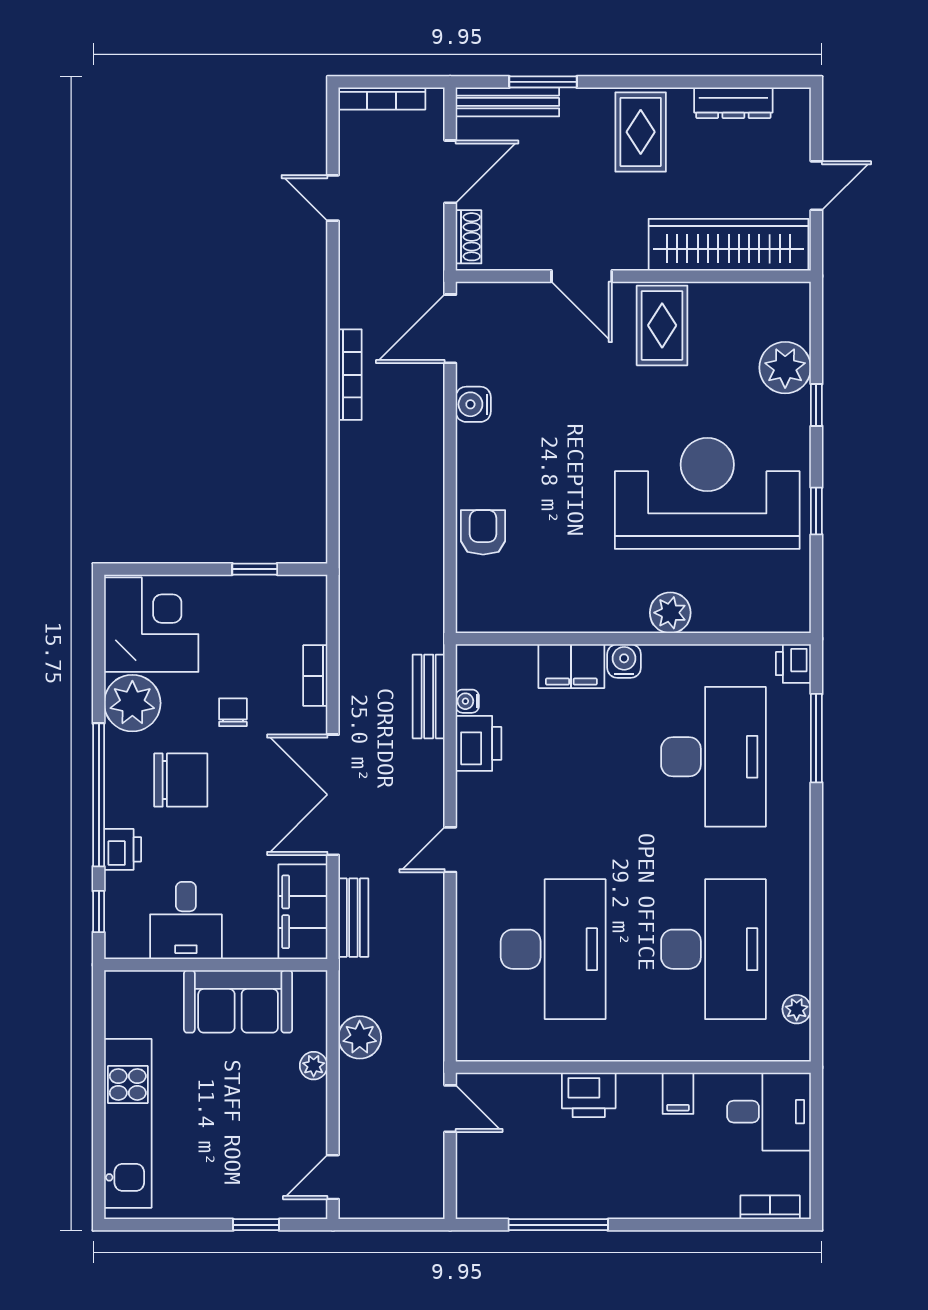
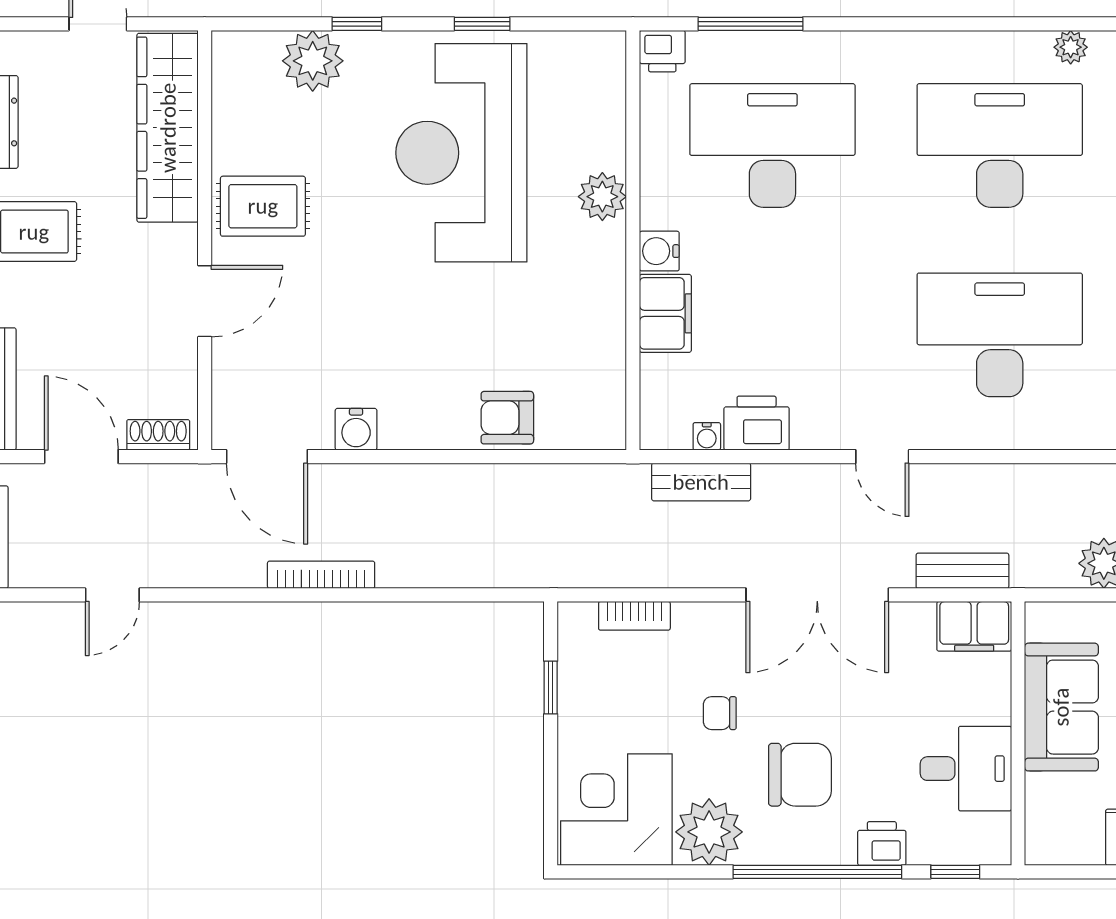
bookcase: (315, 676) -> (634, 616), moved
chair: (181, 780) -> (800, 775), turned 90
filing cabinet: (303, 912) -> (974, 626), width x0.67, depth x0.86

